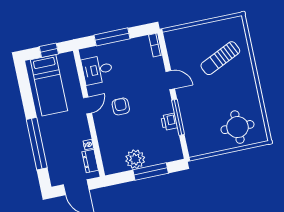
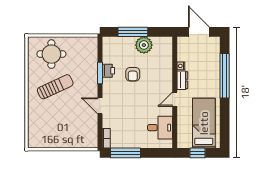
window: (112, 37) -> (126, 153), moved
sun lounger: (220, 58) -> (55, 87), moved
armchair: (121, 106) -> (133, 74), moved
window: (178, 117) -> (100, 73), width x0.69
dresser: (90, 161) -> (182, 80), moved

